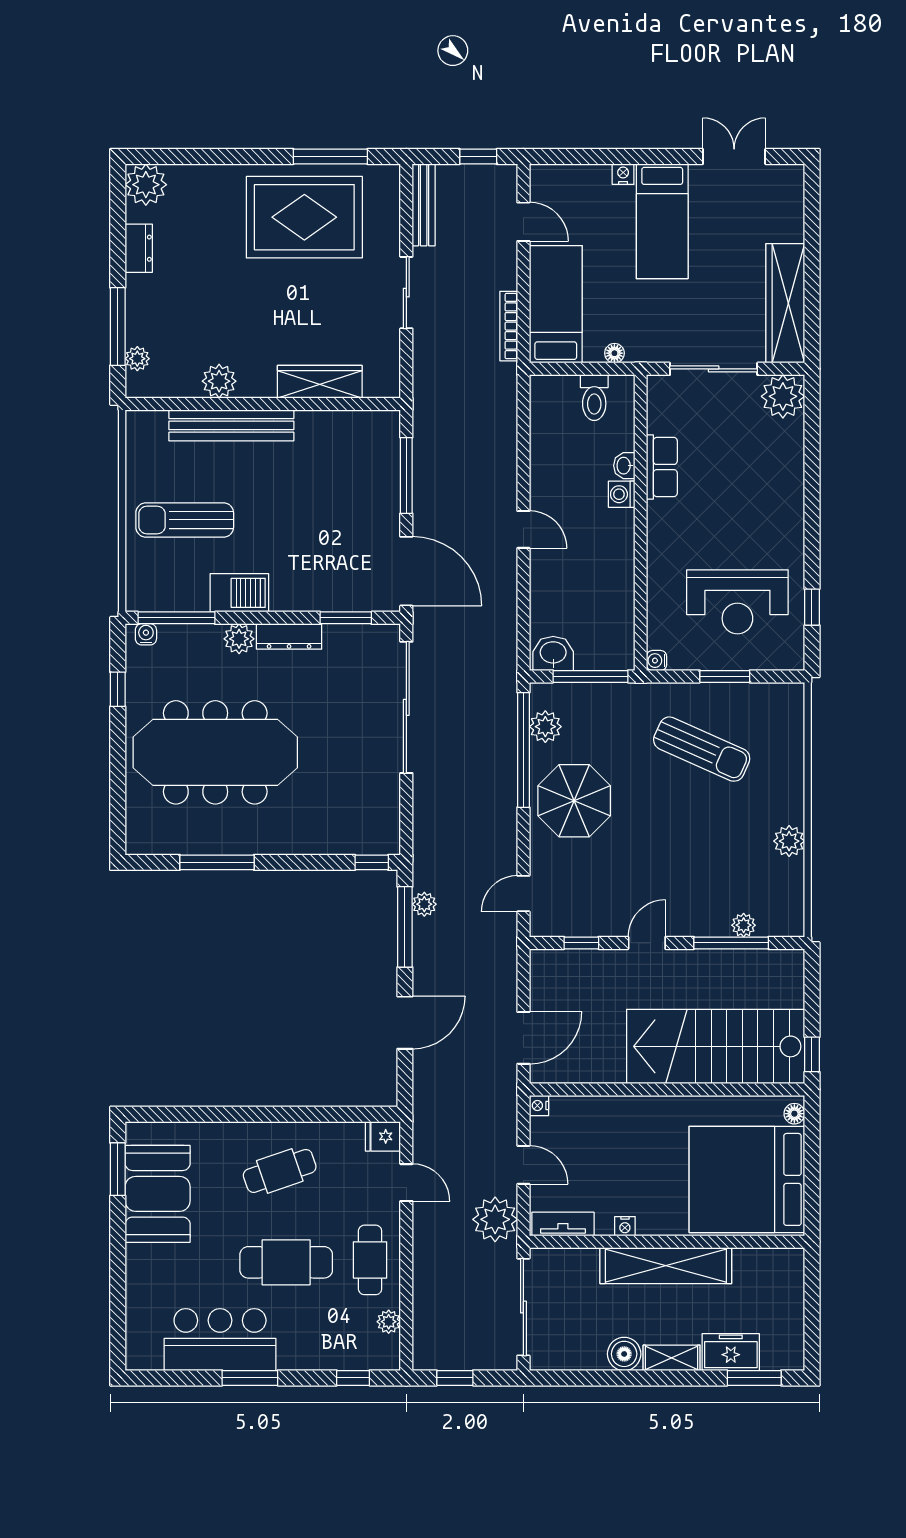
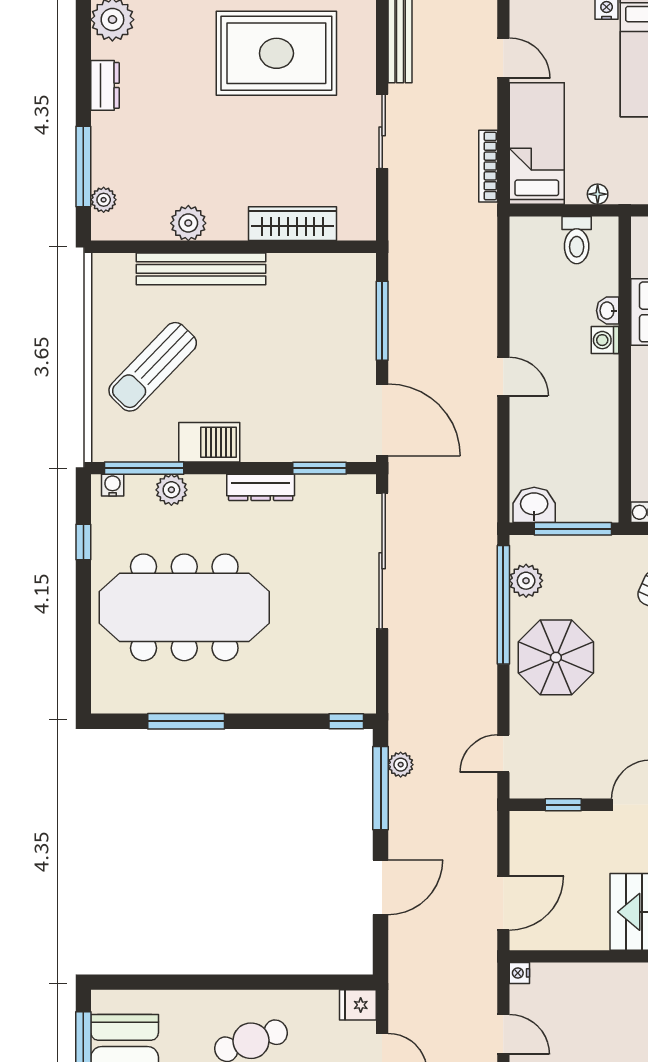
sun lounger: (185, 520) -> (153, 367), turned -46
plant: (239, 639) -> (171, 490), moved

